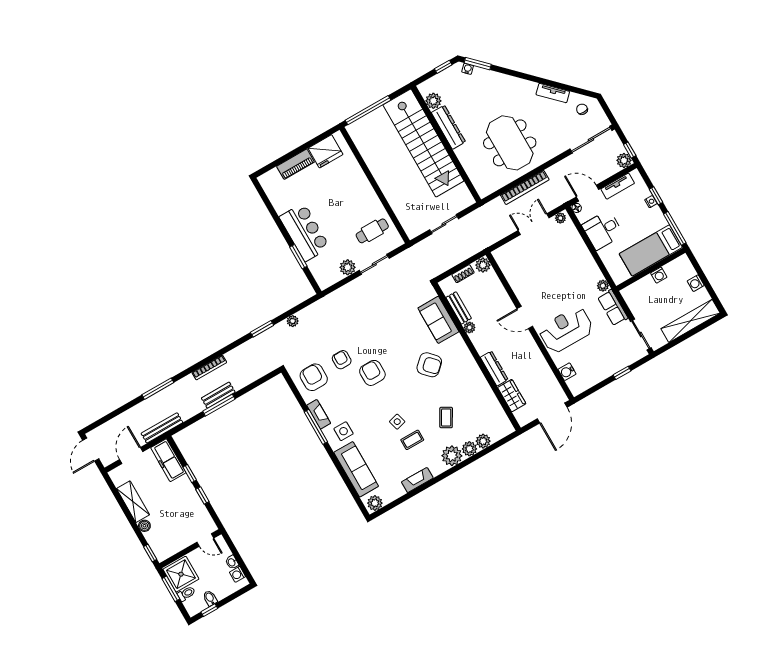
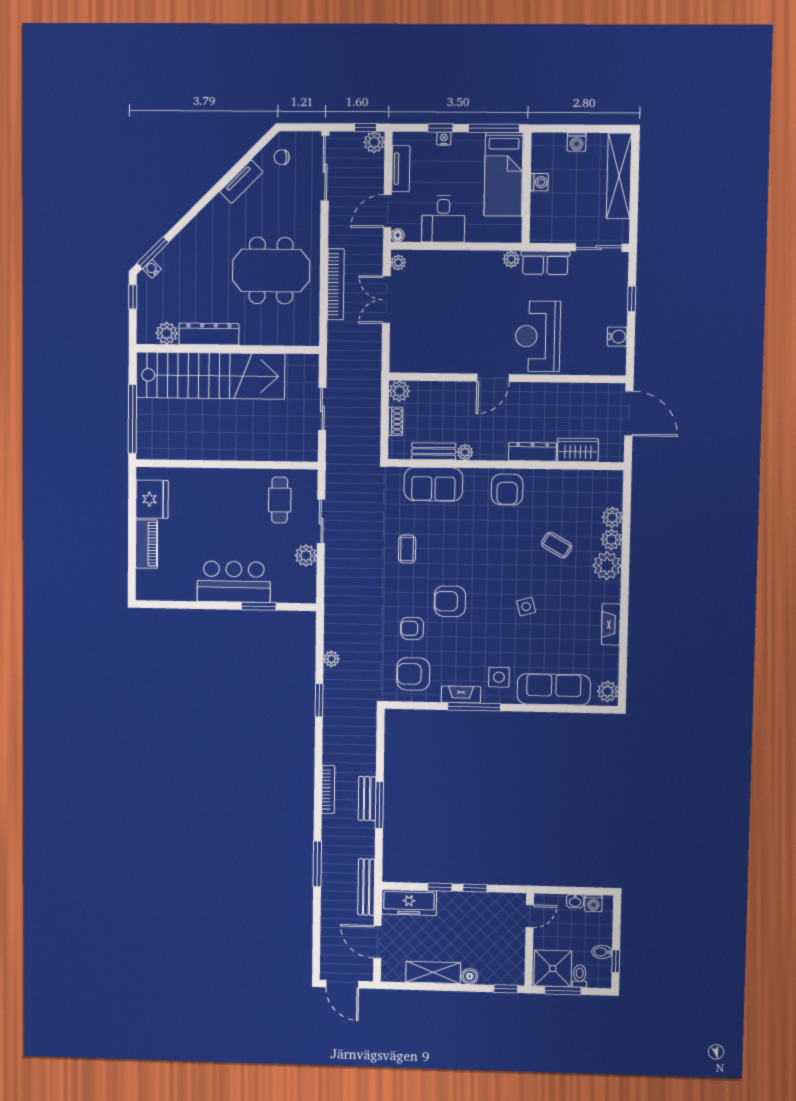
armchair: (429, 365) -> (507, 490), moved, turned 133
water cooler: (567, 372) -> (617, 337), moved, turned -90
coffee table: (412, 440) -> (407, 549), moved

